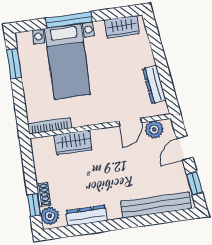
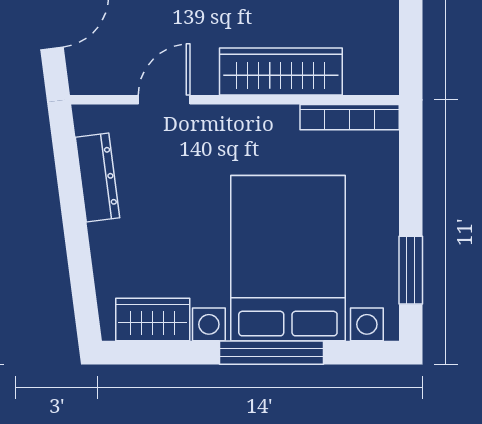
bed with nightstands: (67, 61) -> (288, 258), width x1.36
plant: (154, 129) -> (112, 75), removed
wardrobe: (73, 142) -> (281, 71), width x1.50

